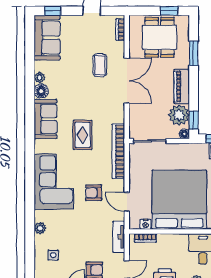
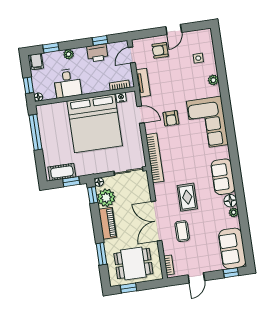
dining table: (160, 37) -> (133, 264), turned 90
rug: (83, 135) -> (187, 197), moved
armchair: (94, 193) -> (171, 118), turned 90

